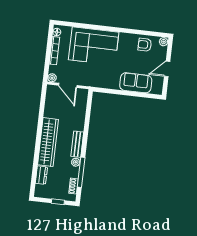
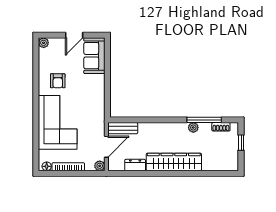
armchair: (145, 45) -> (58, 81), moved
door: (167, 69) -> (74, 35), hinge flipped
sofa: (136, 83) -> (94, 56), moved
bench: (77, 144) -> (123, 128), moved
dresser: (41, 175) -> (135, 165), moved

